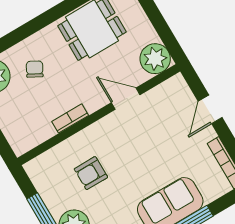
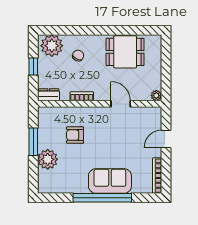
plant: (155, 59) -> (156, 96), width x0.53, depth x0.53
dresser: (26, 142) -> (48, 95), added

